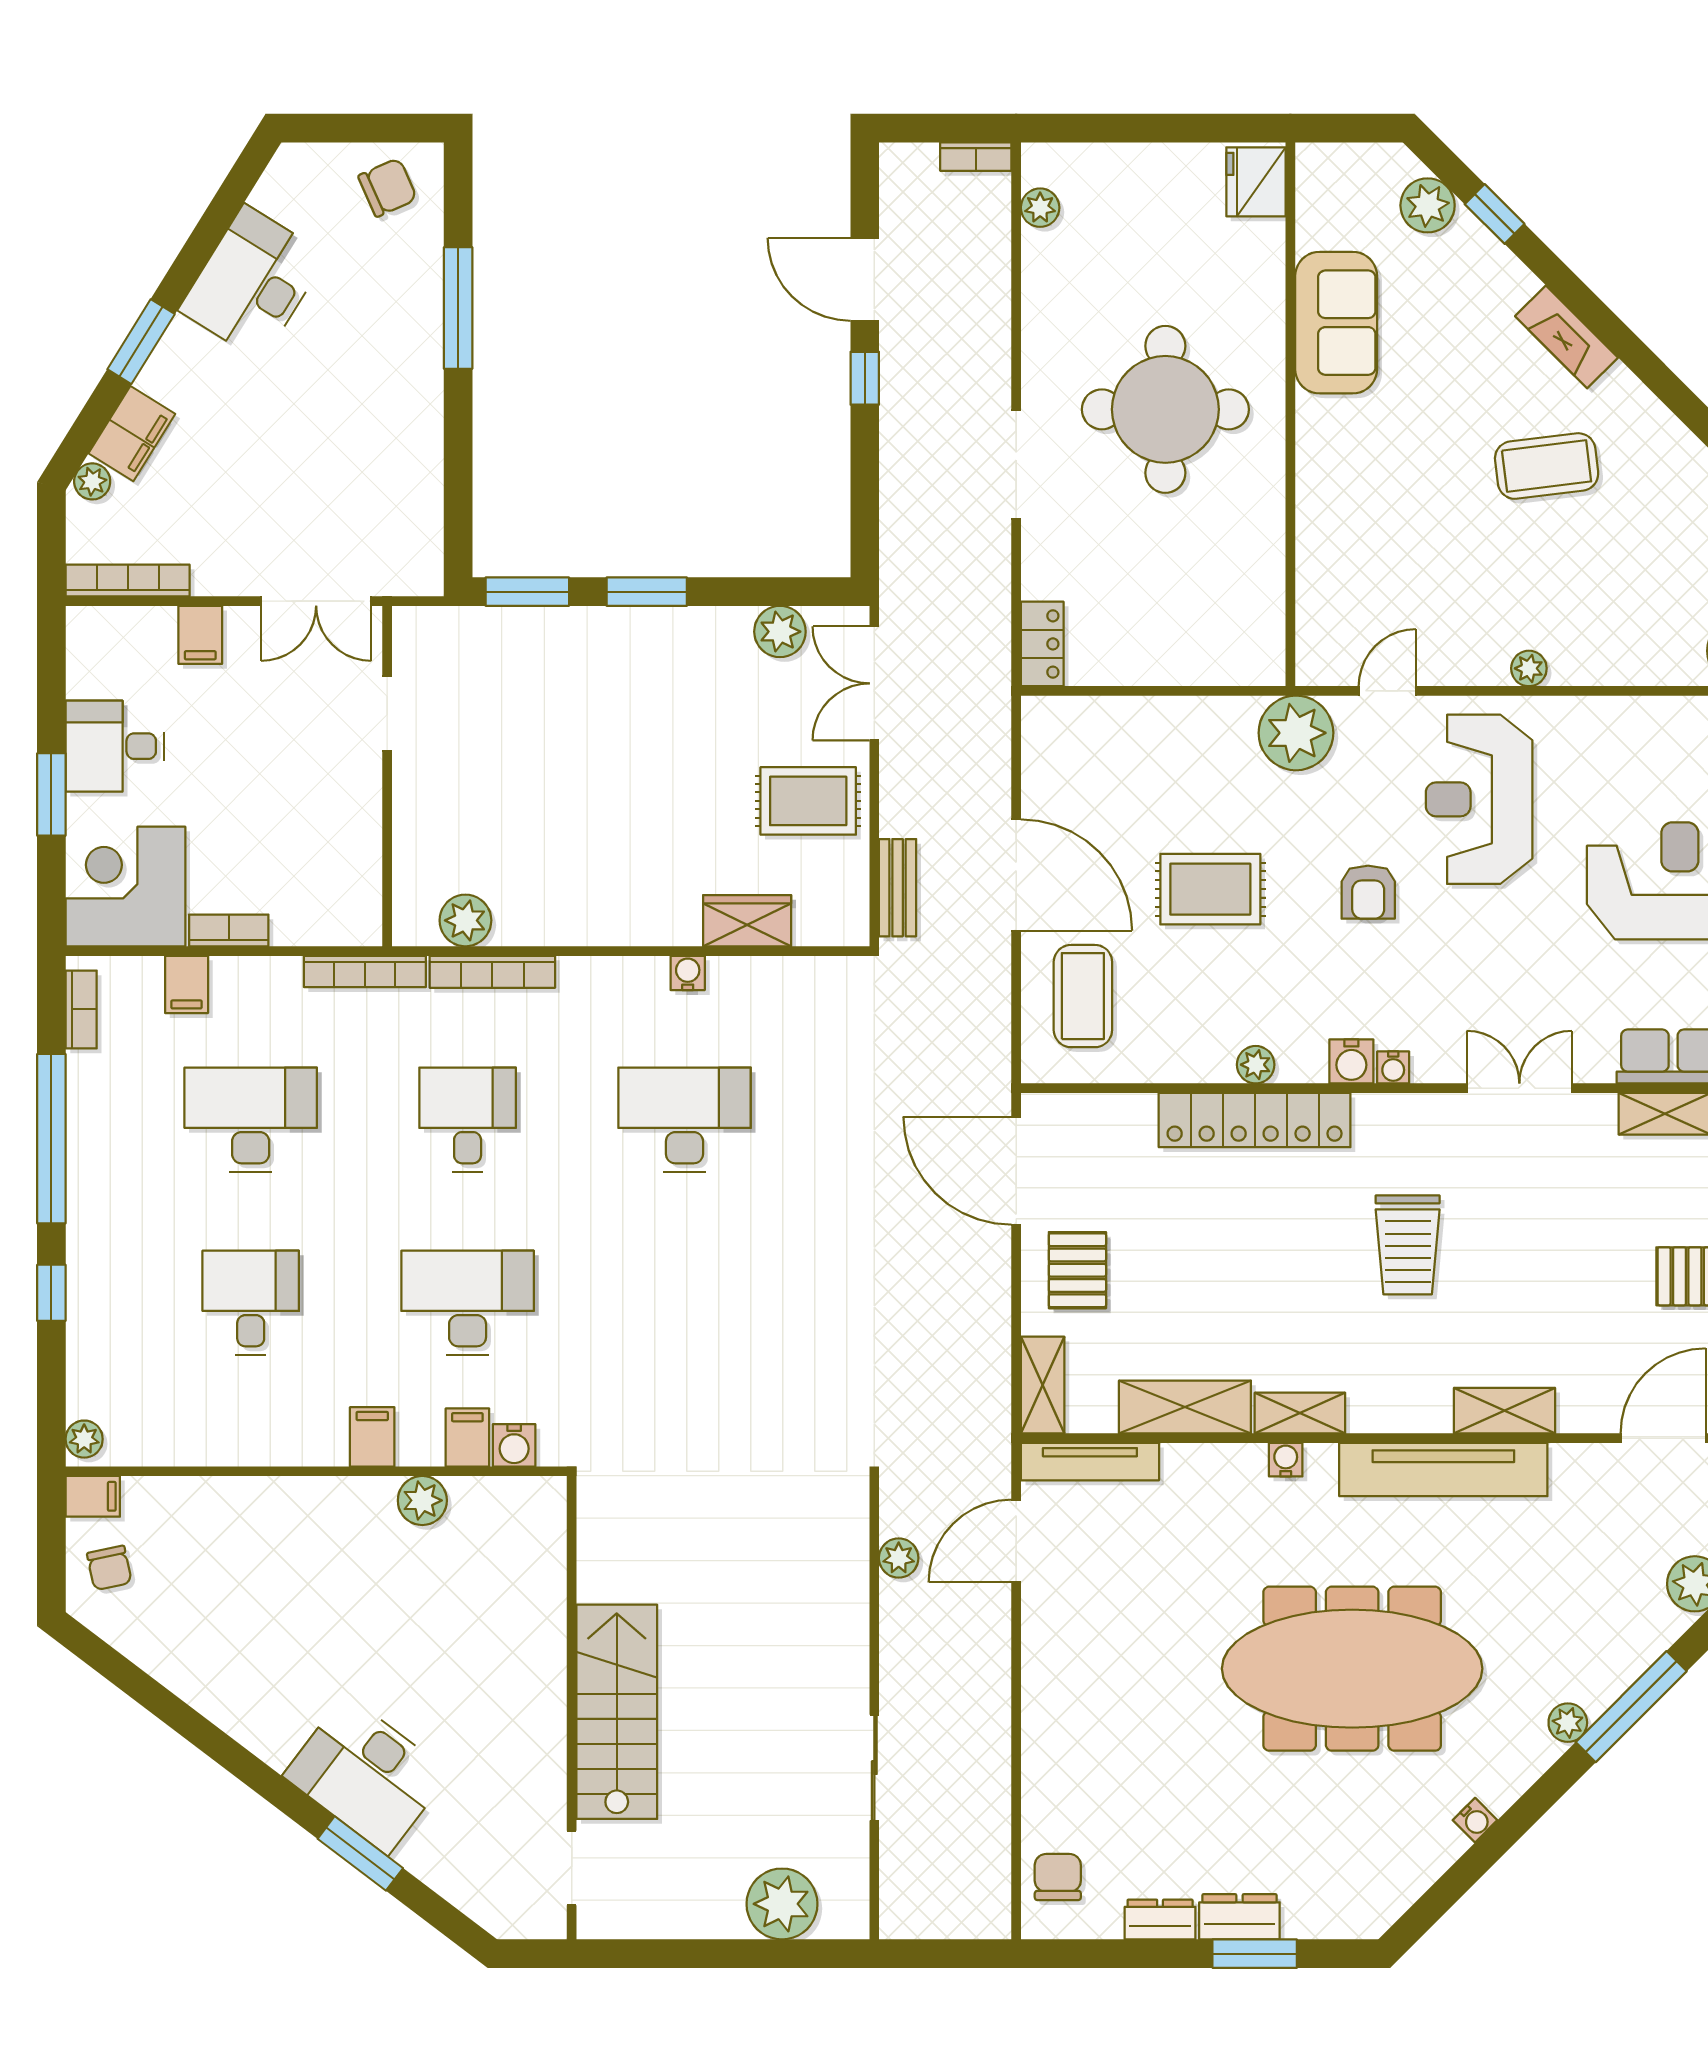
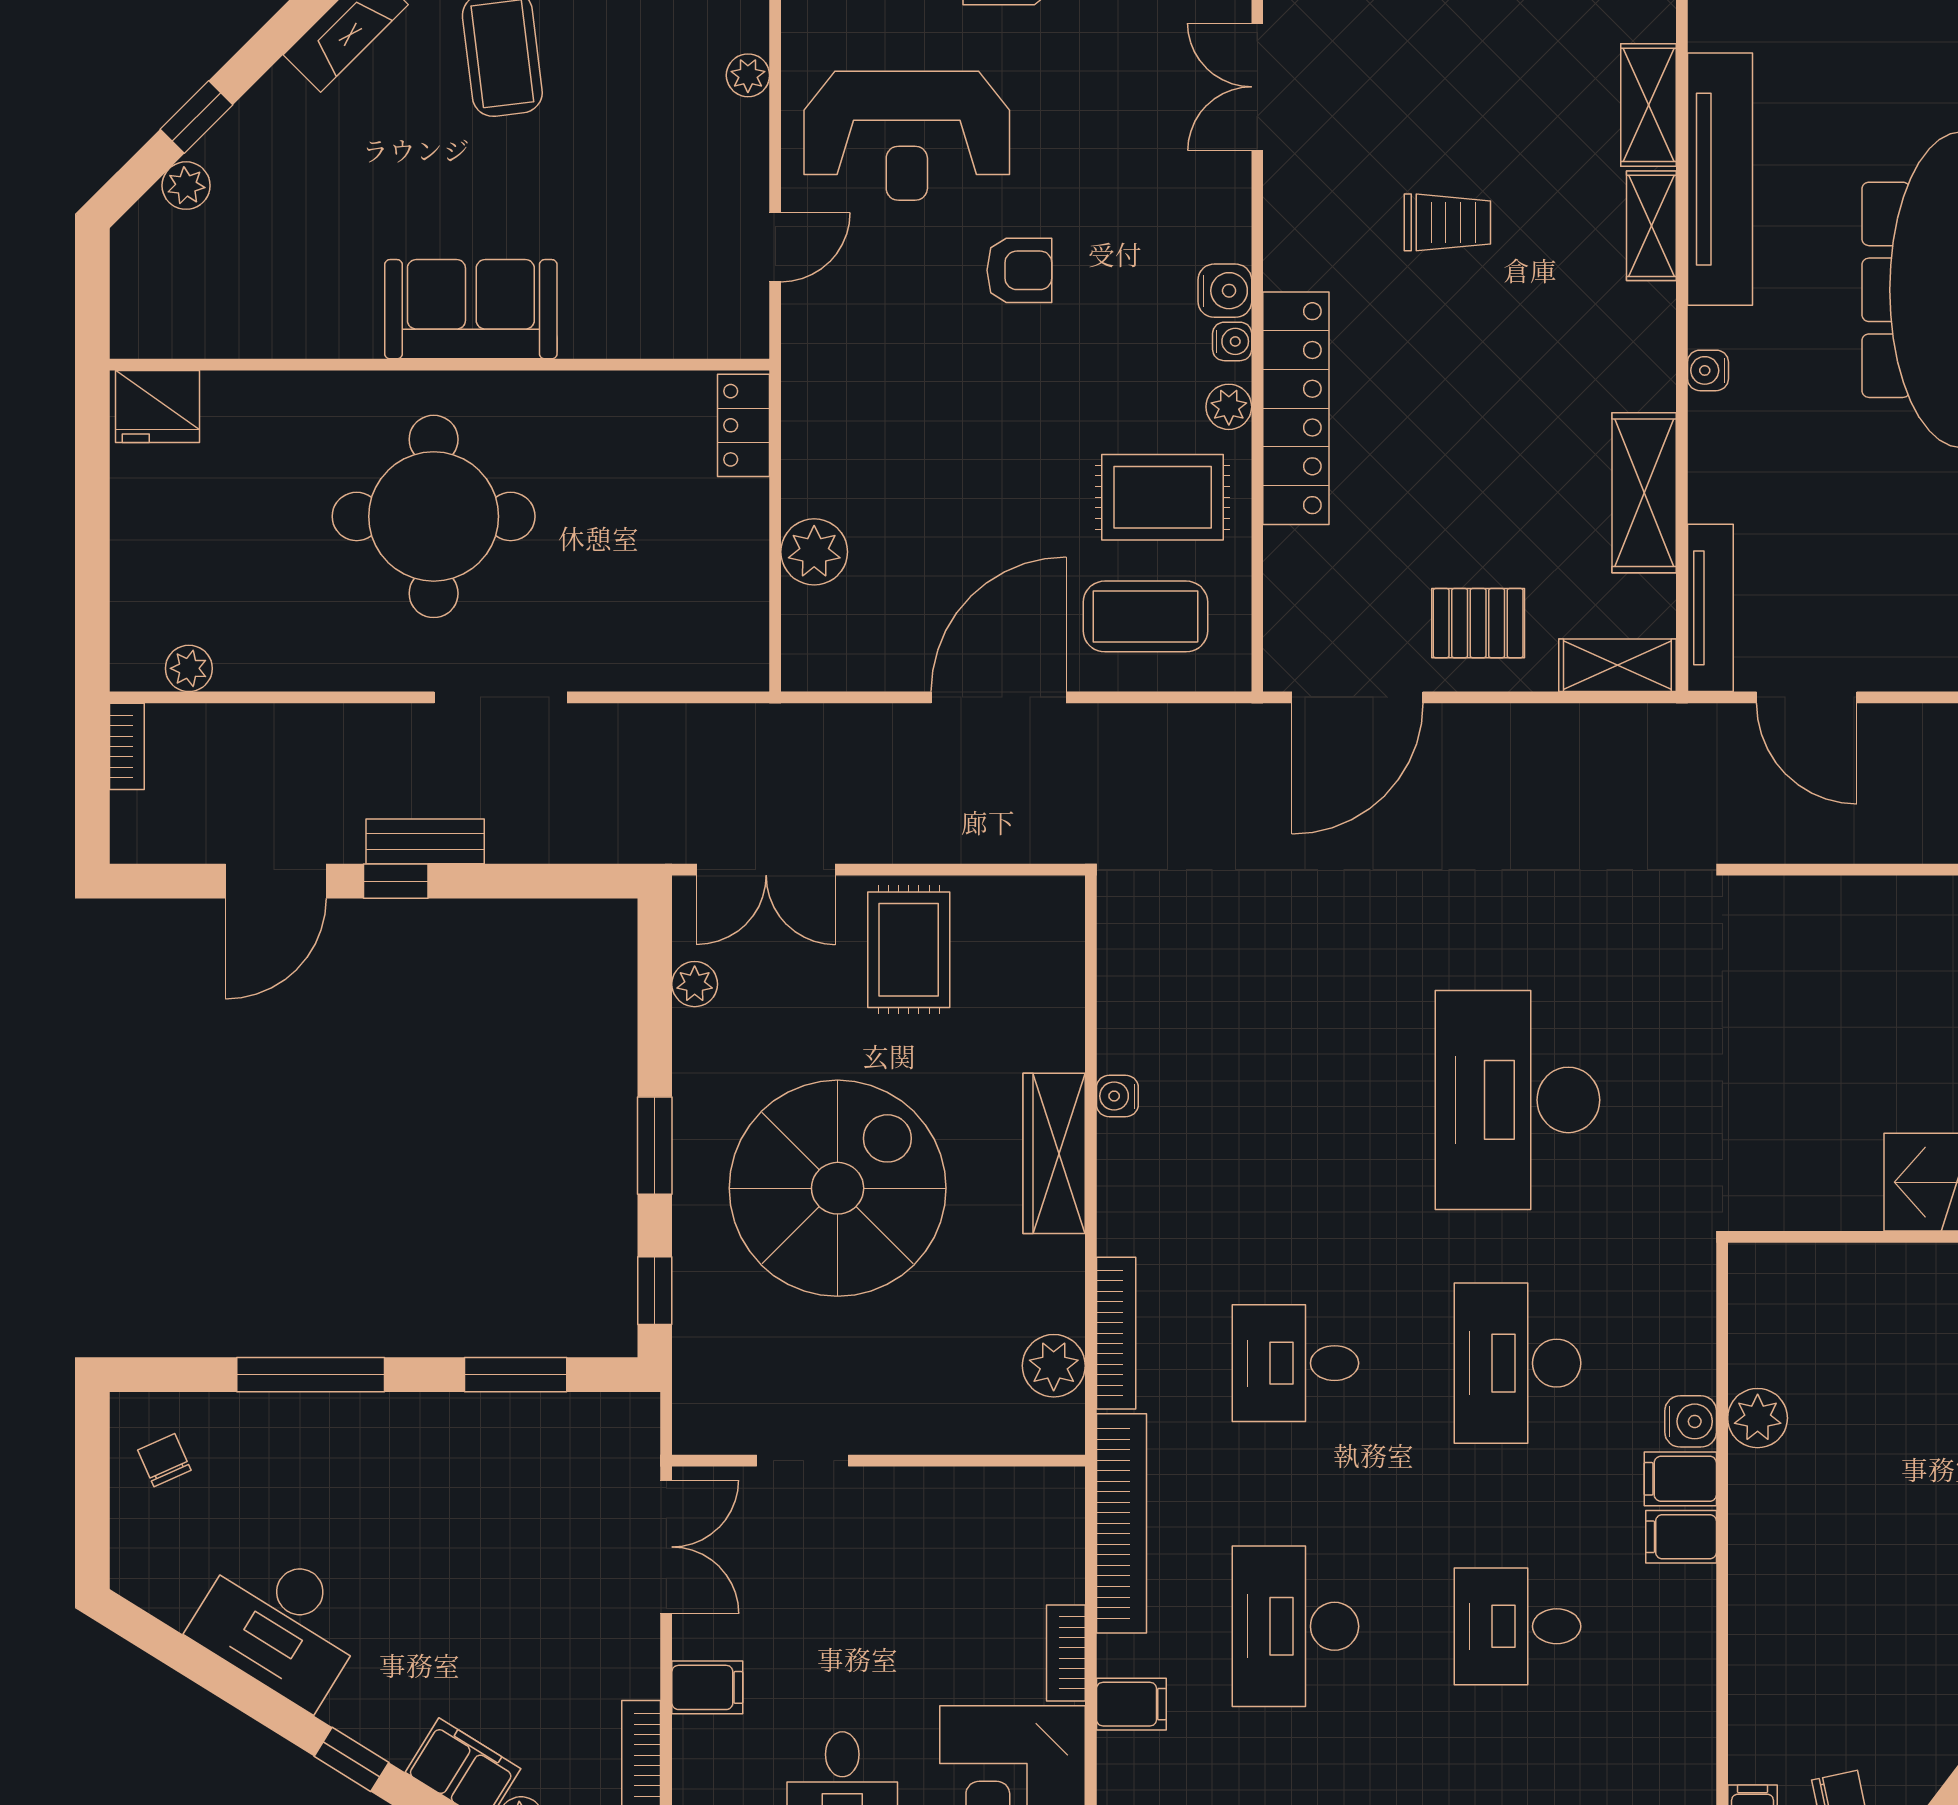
chair: (388, 187) -> (164, 1460), width x0.73, depth x0.73
plant: (1428, 205) -> (186, 186), width x0.73, depth x0.73
sofa: (1336, 323) -> (471, 309), moved
window: (141, 342) -> (351, 1759), width x0.67
window: (458, 477) -> (516, 1375), added
window: (527, 592) -> (655, 1291), width x0.67
plant: (780, 632) -> (695, 984), width x0.73, depth x0.73
locker: (1042, 644) -> (744, 425), moved, turned -90
door: (1387, 691) -> (775, 247), swing flipped
plant: (1296, 733) -> (814, 552), moved, width x0.73, depth x0.73
spiral stairs: (612, 742) -> (838, 1188), added
bench: (898, 888) -> (425, 841), moved
rug: (1210, 889) -> (1163, 497), moved, turned 90
wardrobe: (747, 921) -> (1054, 1153), moved, width x1.50
bookcase: (365, 971) -> (1121, 1523), width x1.48, depth x1.31
water cooler: (1393, 1067) -> (1232, 341), moved
desk: (684, 1120) -> (1517, 1100), moved, width x1.36, depth x1.30
trolley: (1408, 1245) -> (1447, 222), width x0.73, depth x0.72
shelving: (1300, 1413) -> (1651, 226), moved
filing cabinet: (467, 1437) -> (1681, 1537), moved
water cooler: (514, 1445) -> (1691, 1421), moved
plant: (899, 1558) -> (1827, 840), removed

